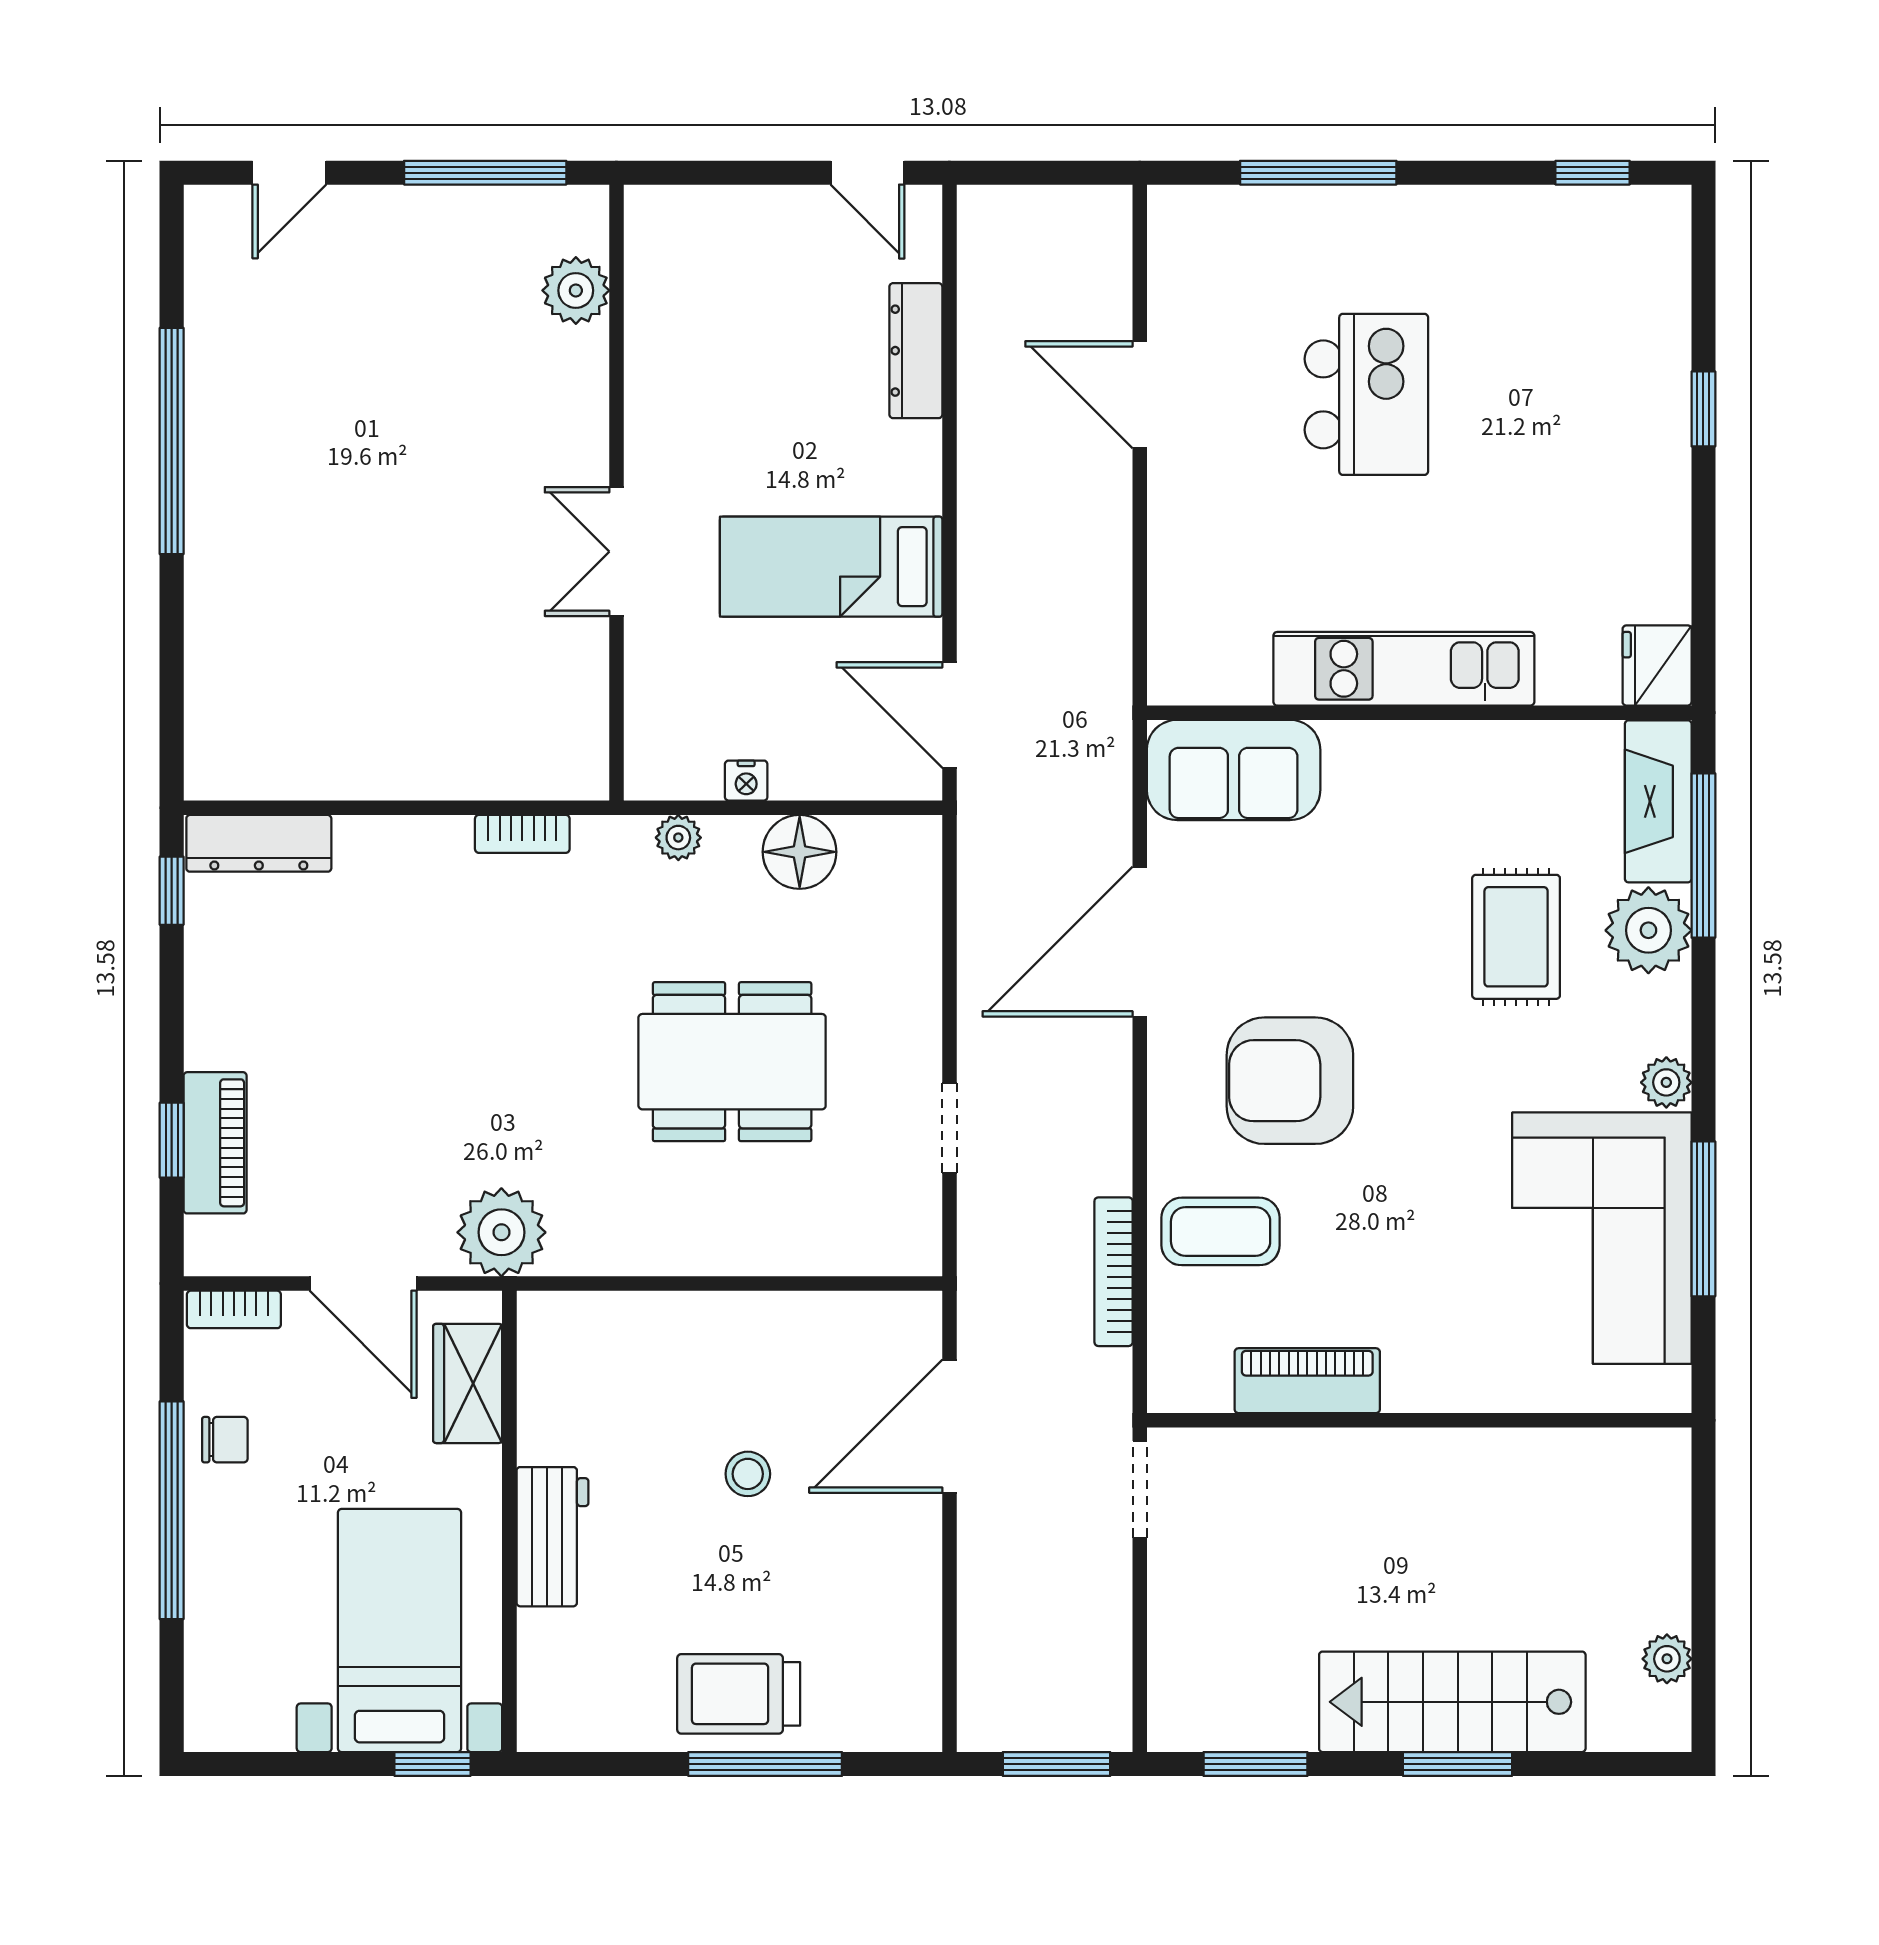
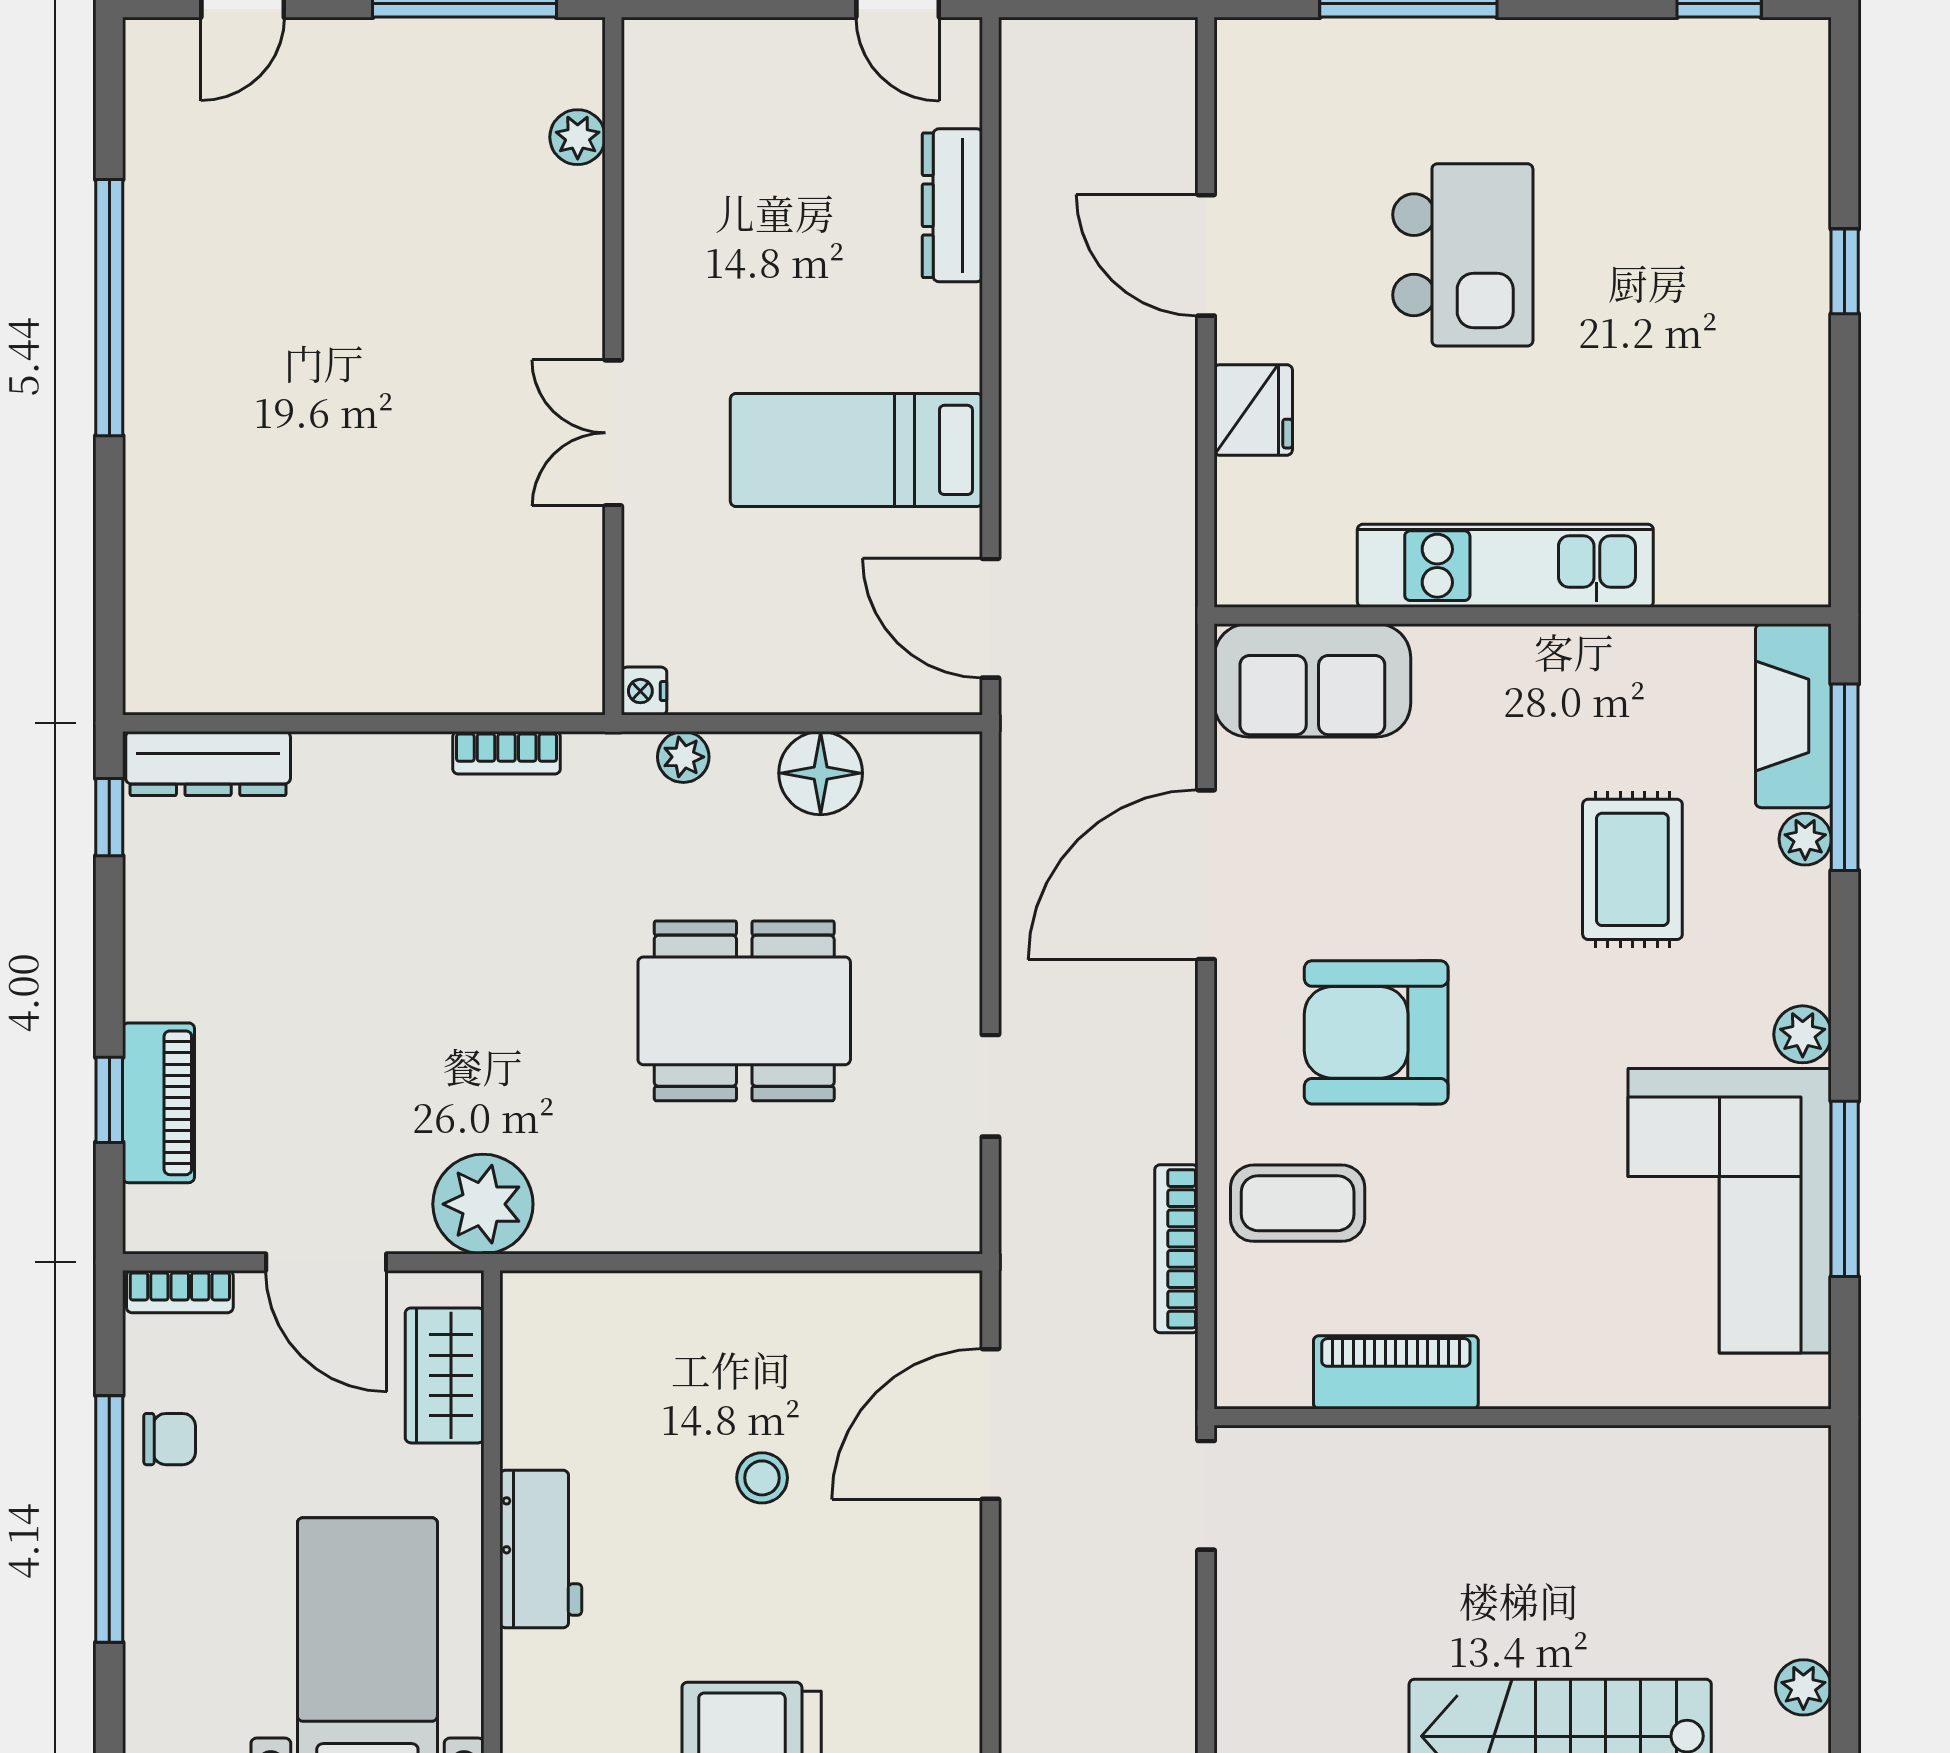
plant: (576, 290) -> (578, 137), width x0.73, depth x0.73
fridge: (1657, 665) -> (1253, 410), moved, turned 180
nightstand: (746, 781) -> (644, 691), moved, turned 90
plant: (1648, 930) -> (1805, 839), width x0.53, depth x0.53

